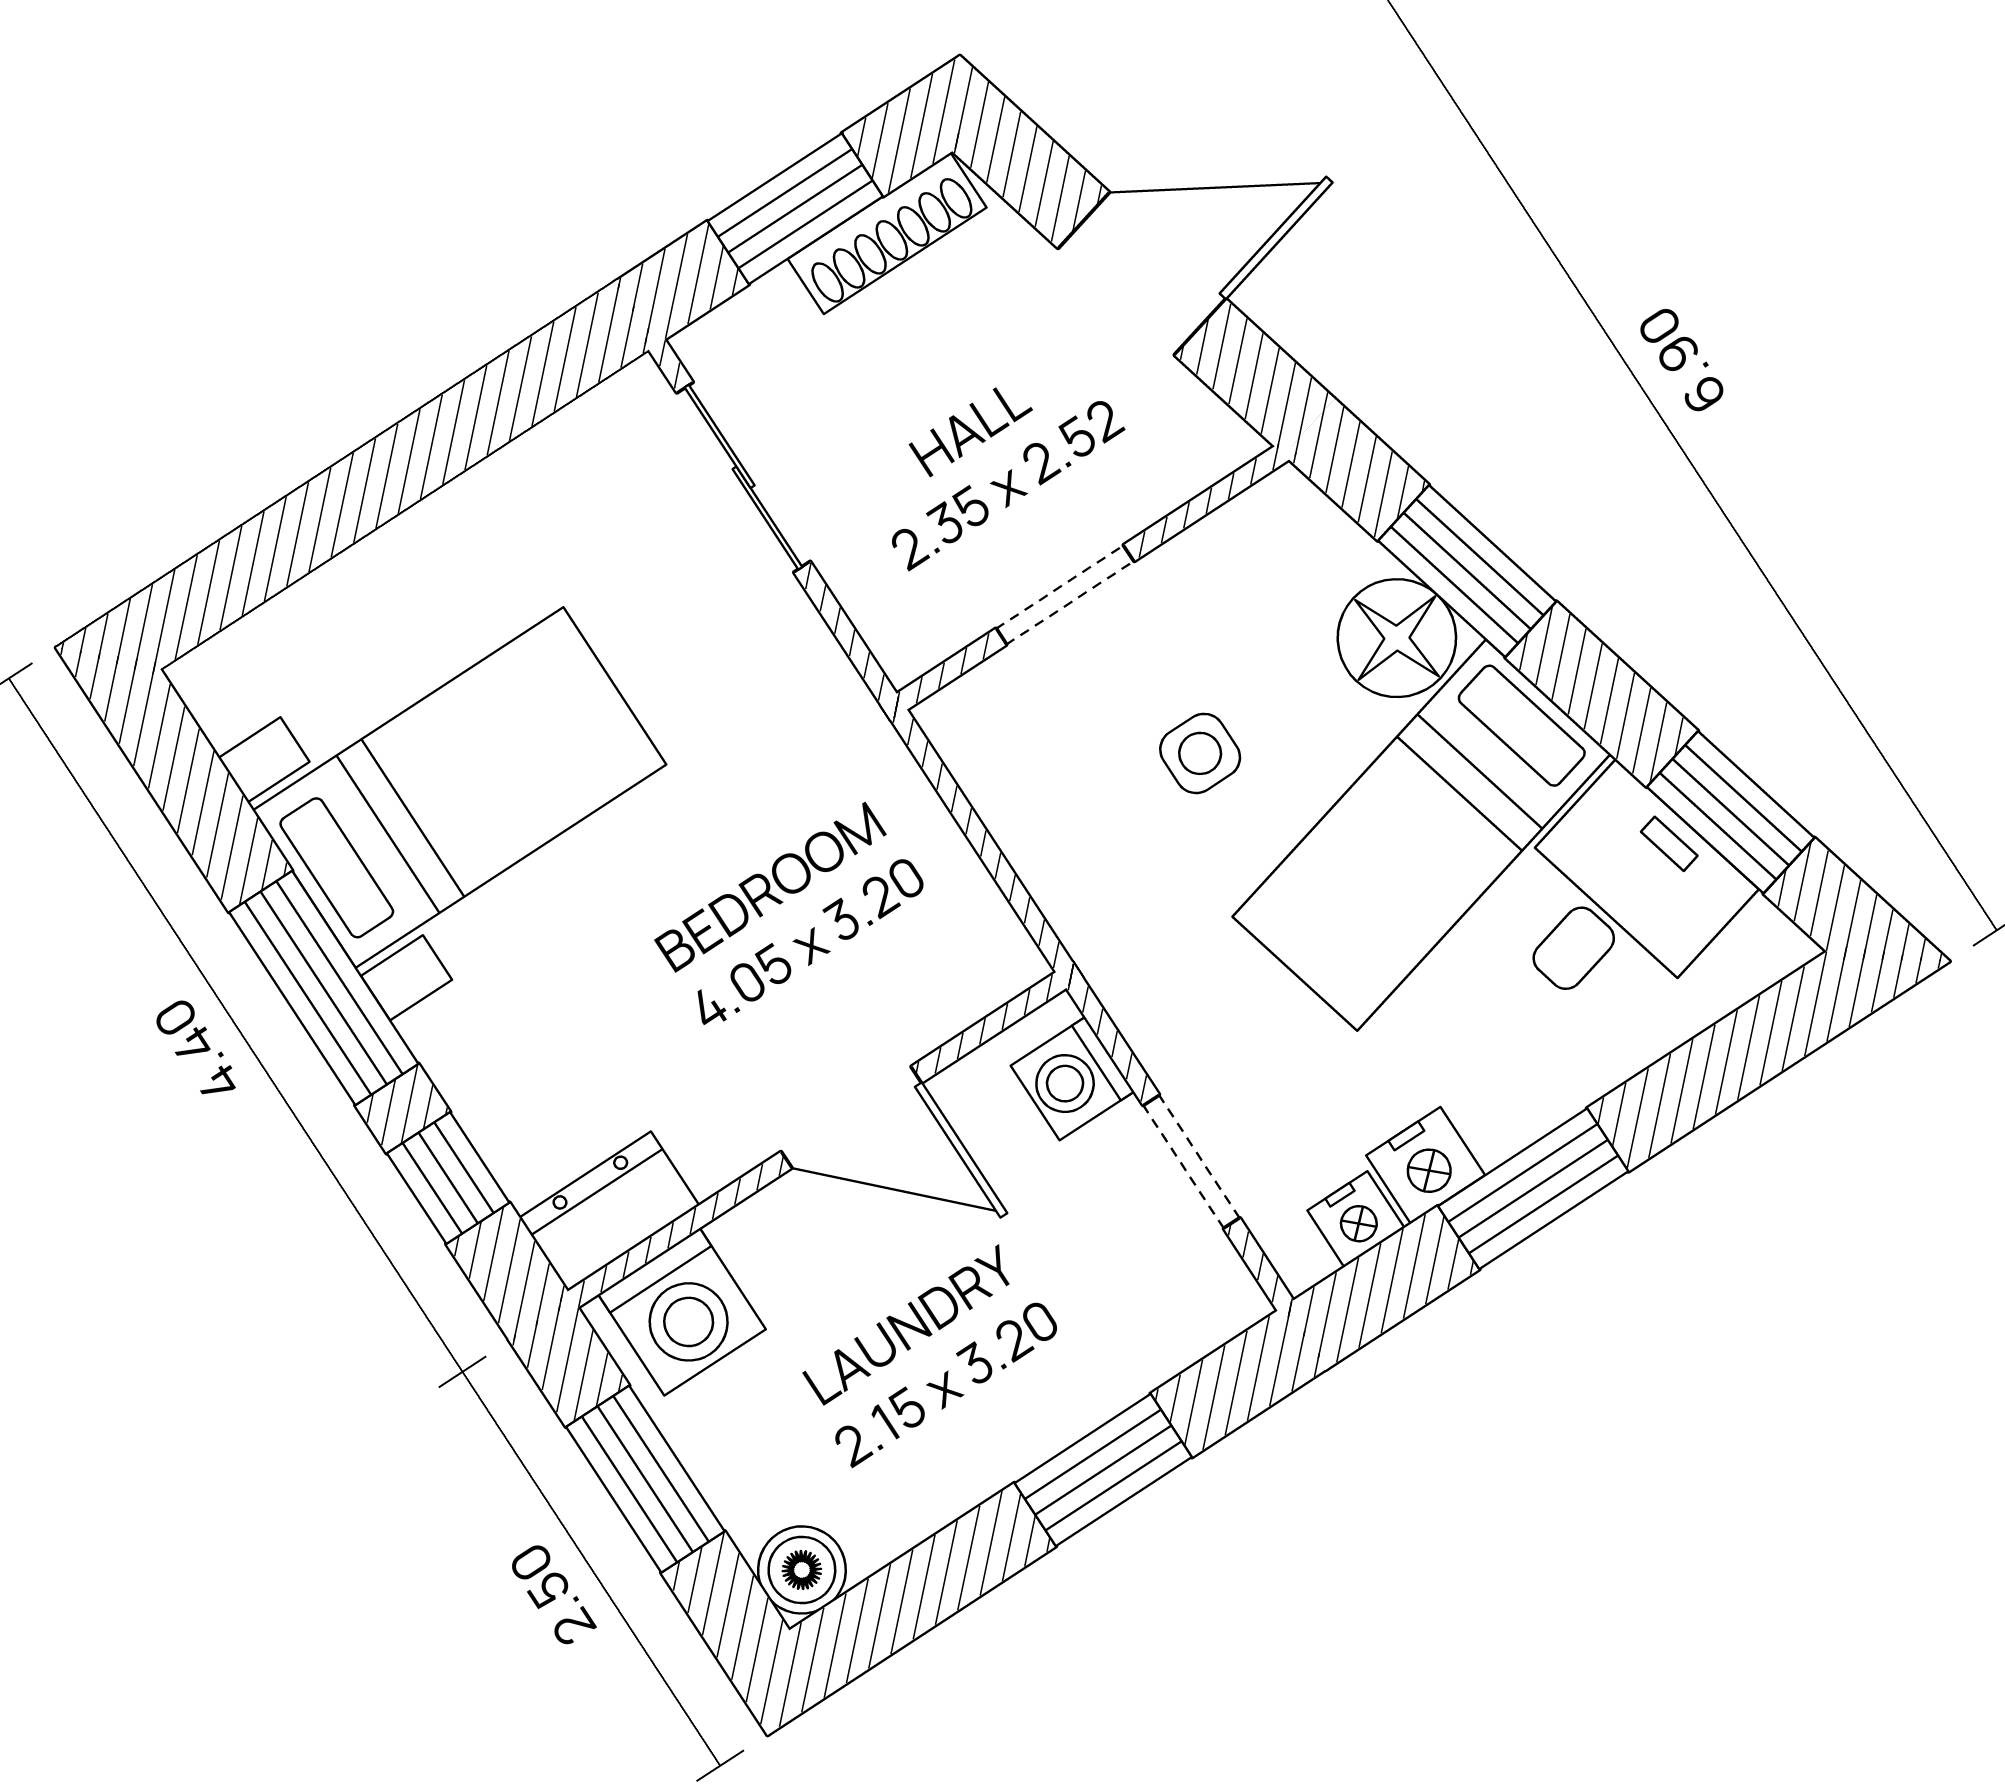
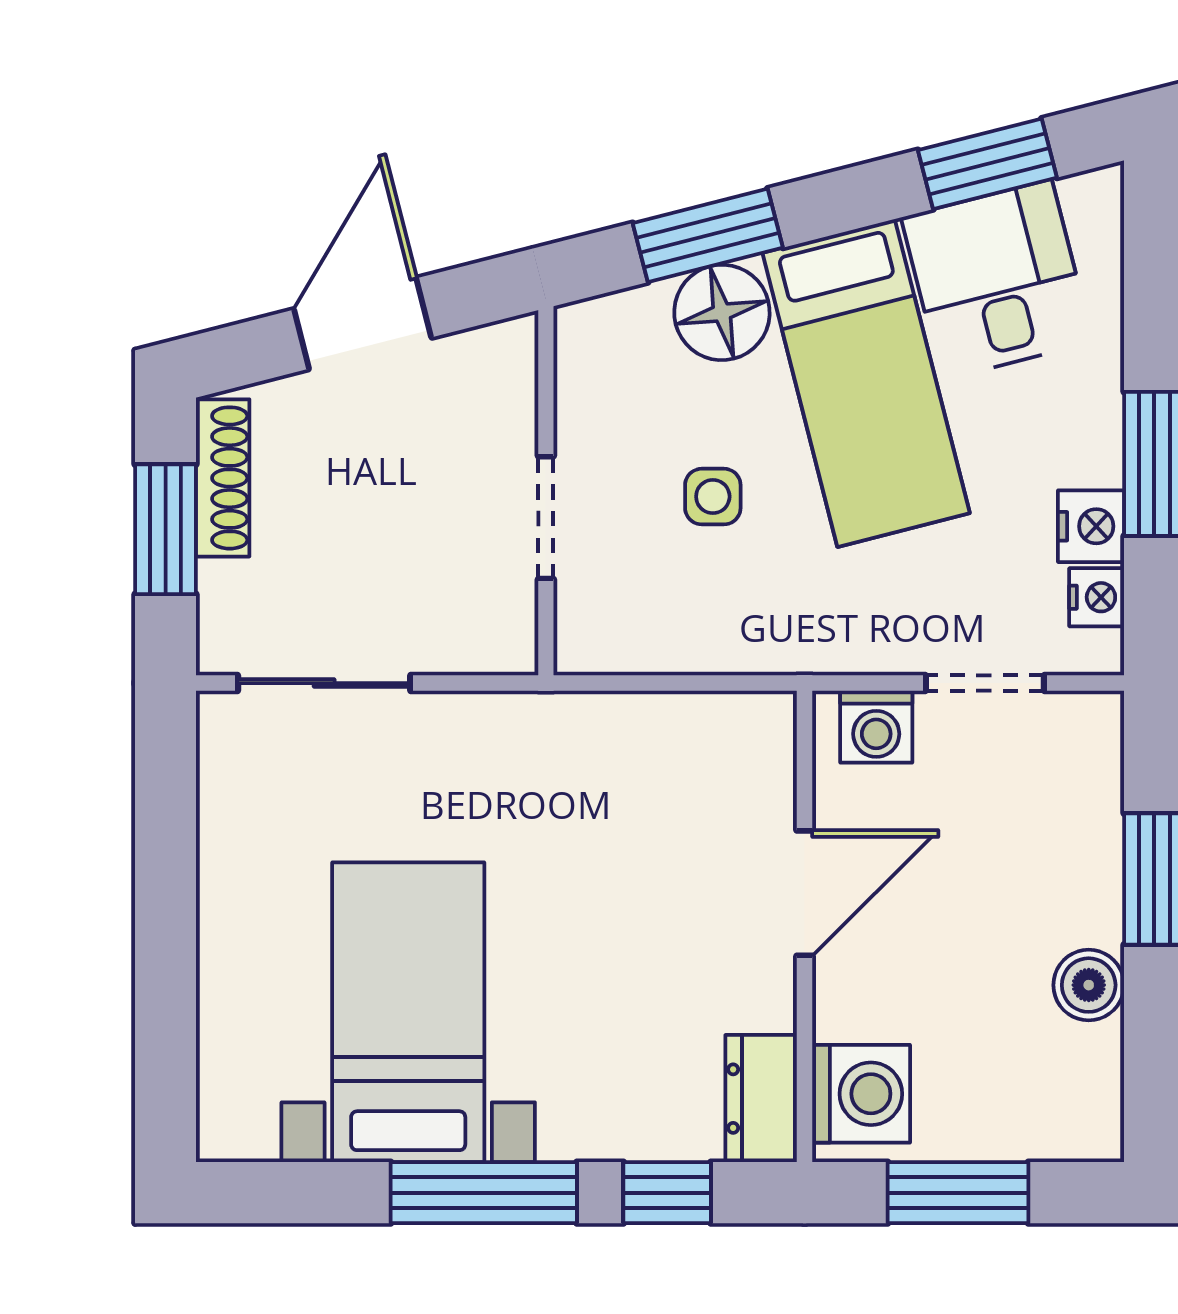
boiler: (802, 1570) -> (1089, 985), moved

